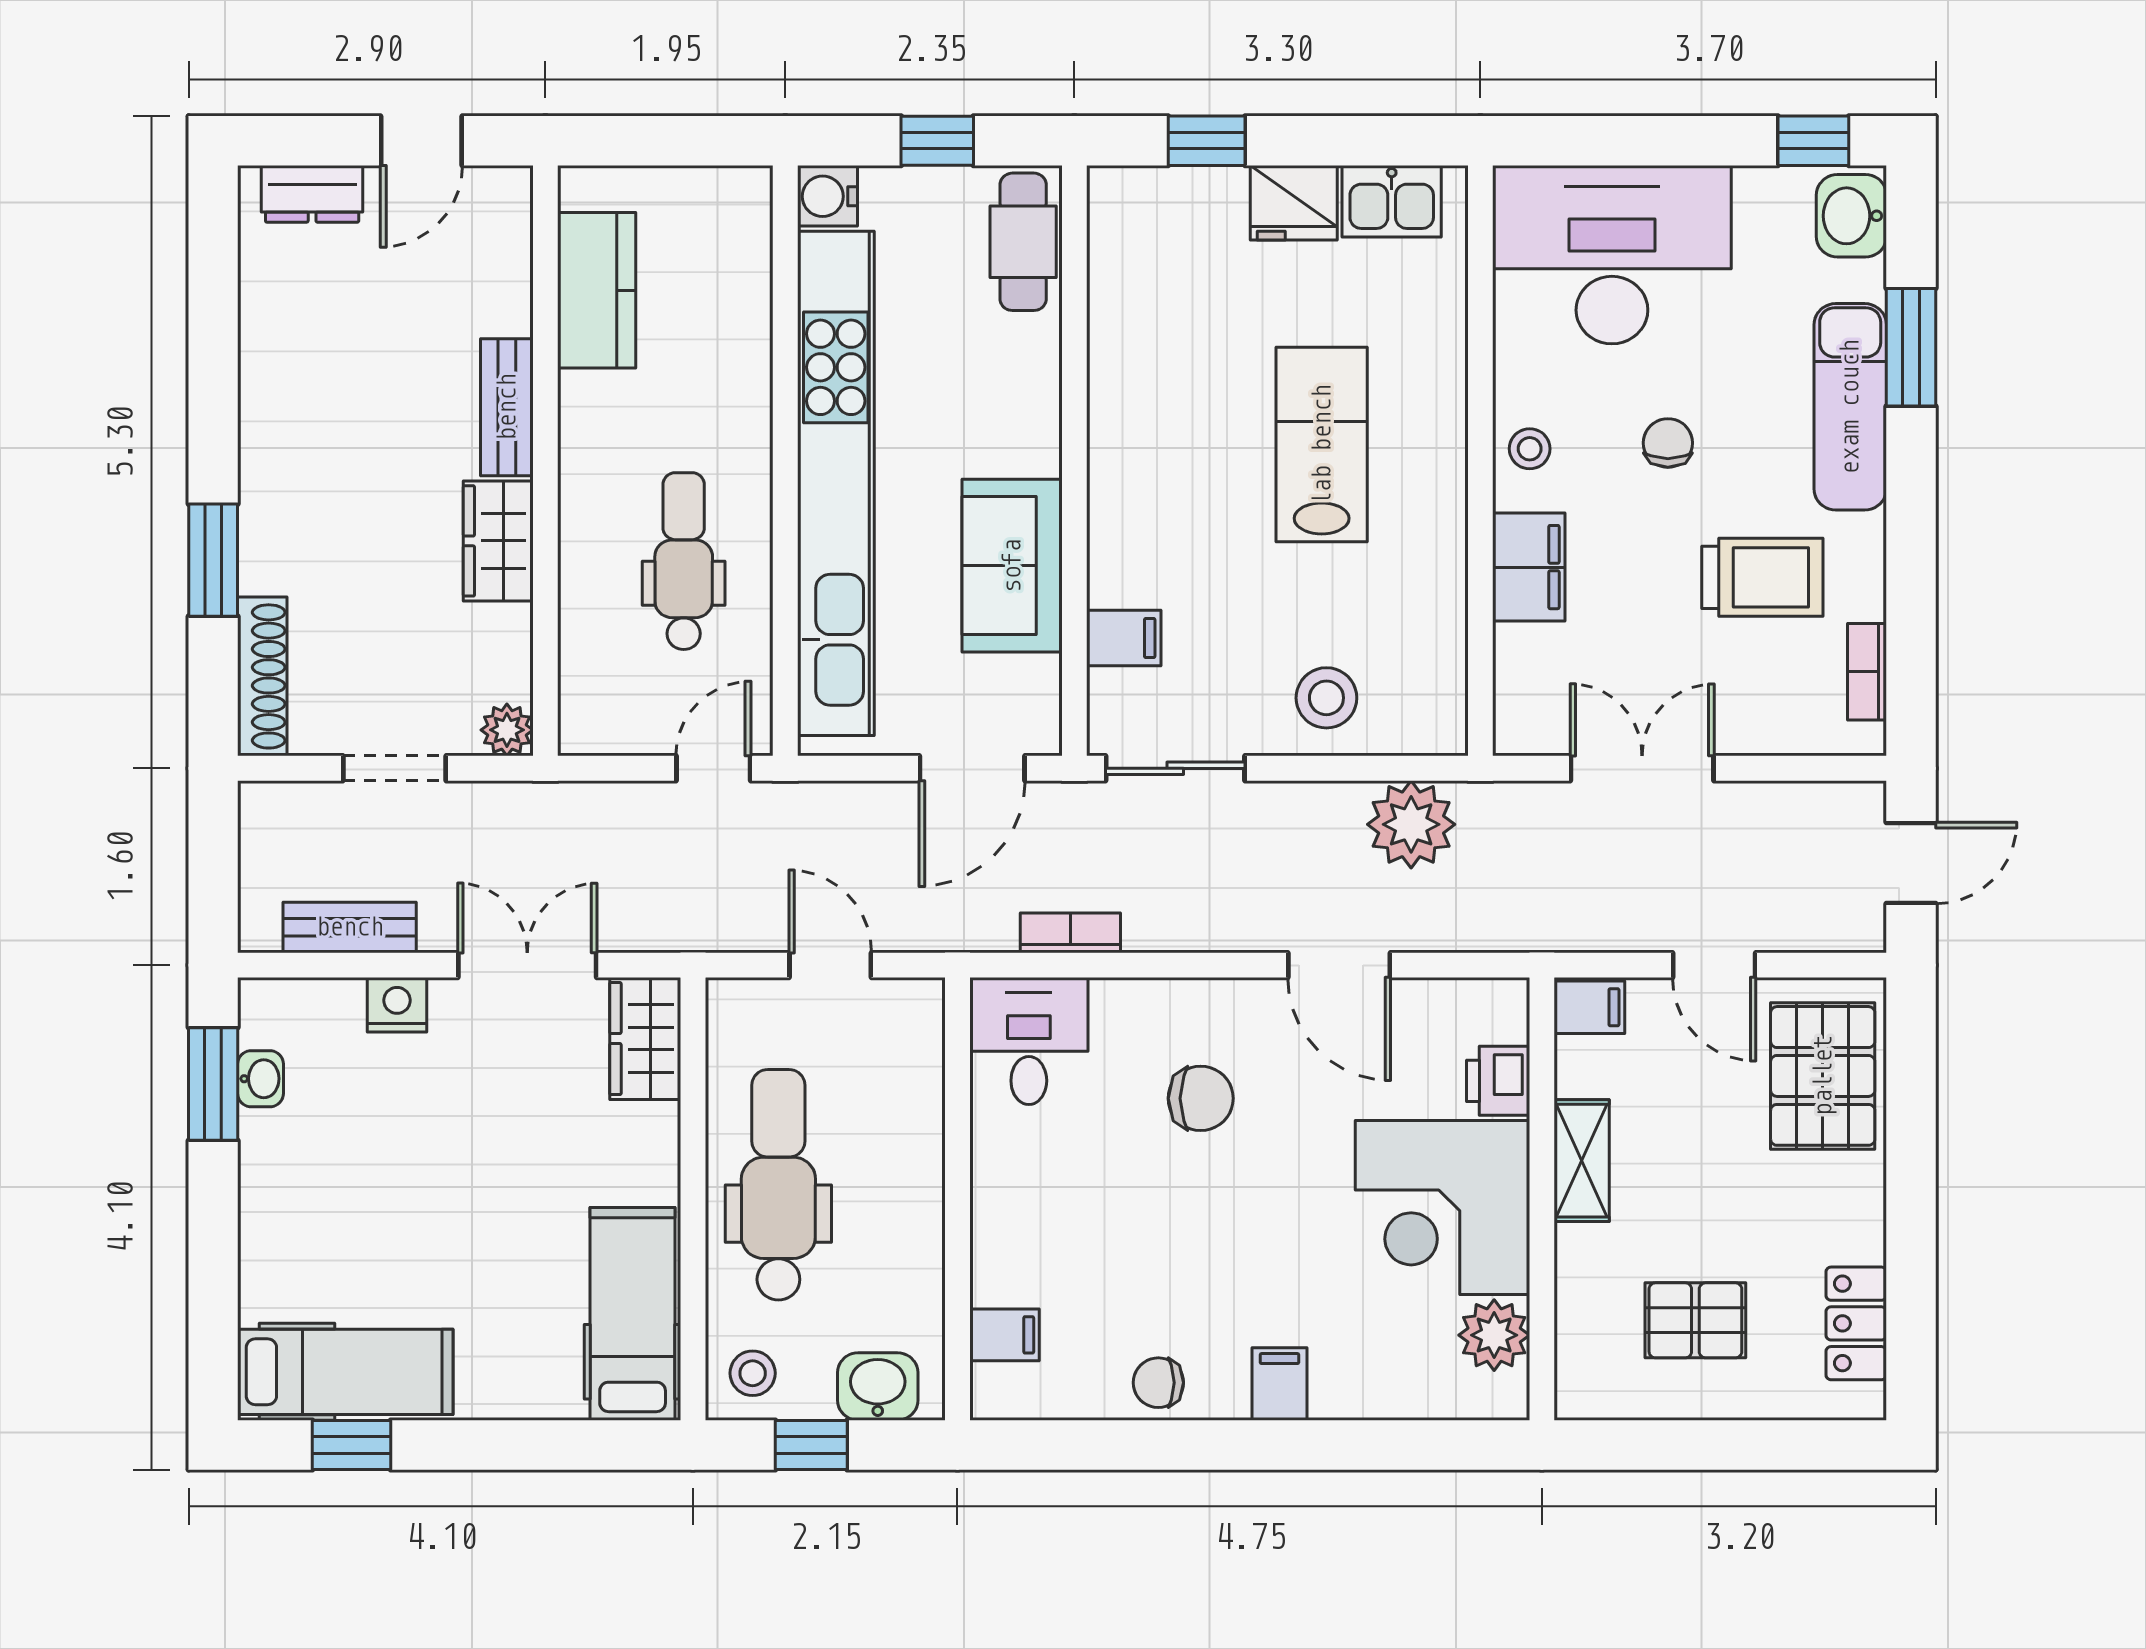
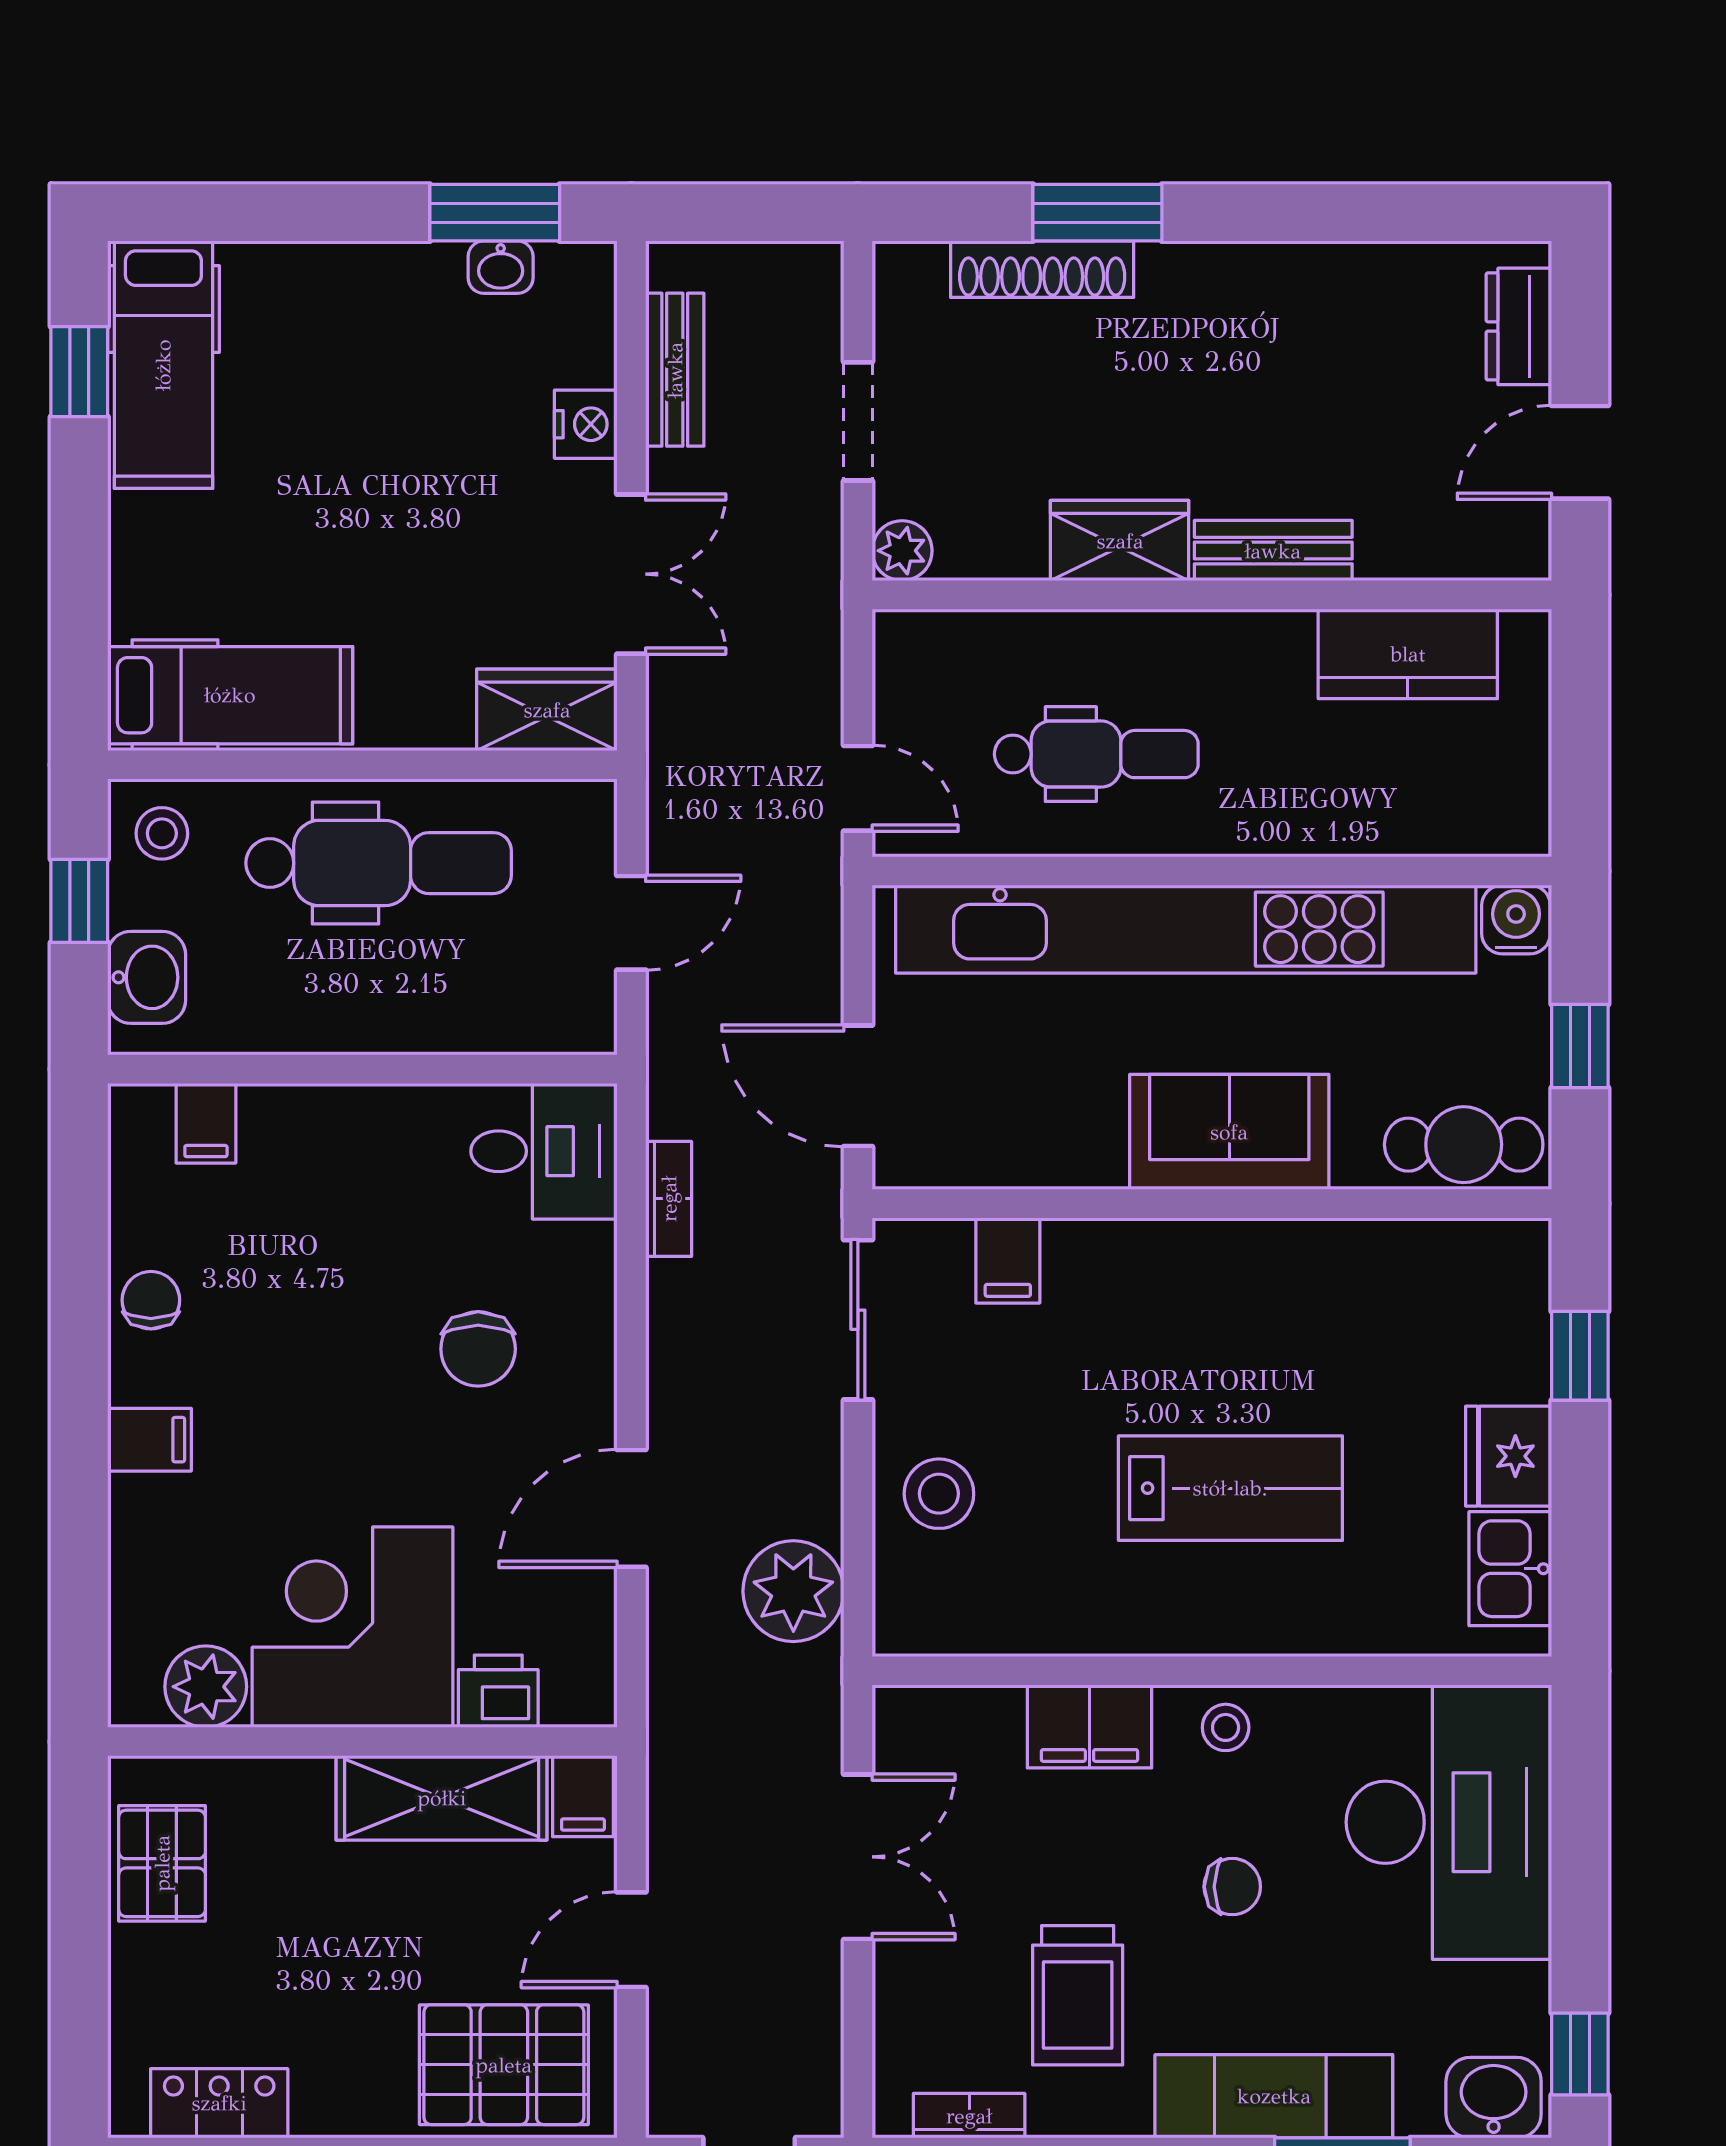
door: (421, 141) -> (1580, 452), hinge flipped
sofa: (1012, 566) -> (1229, 1132), moved
shoe rack: (262, 676) -> (1042, 269), moved
shelving: (1582, 1161) -> (442, 1798), width x1.50, depth x1.33
pallet: (1695, 1320) -> (162, 1863), moved

